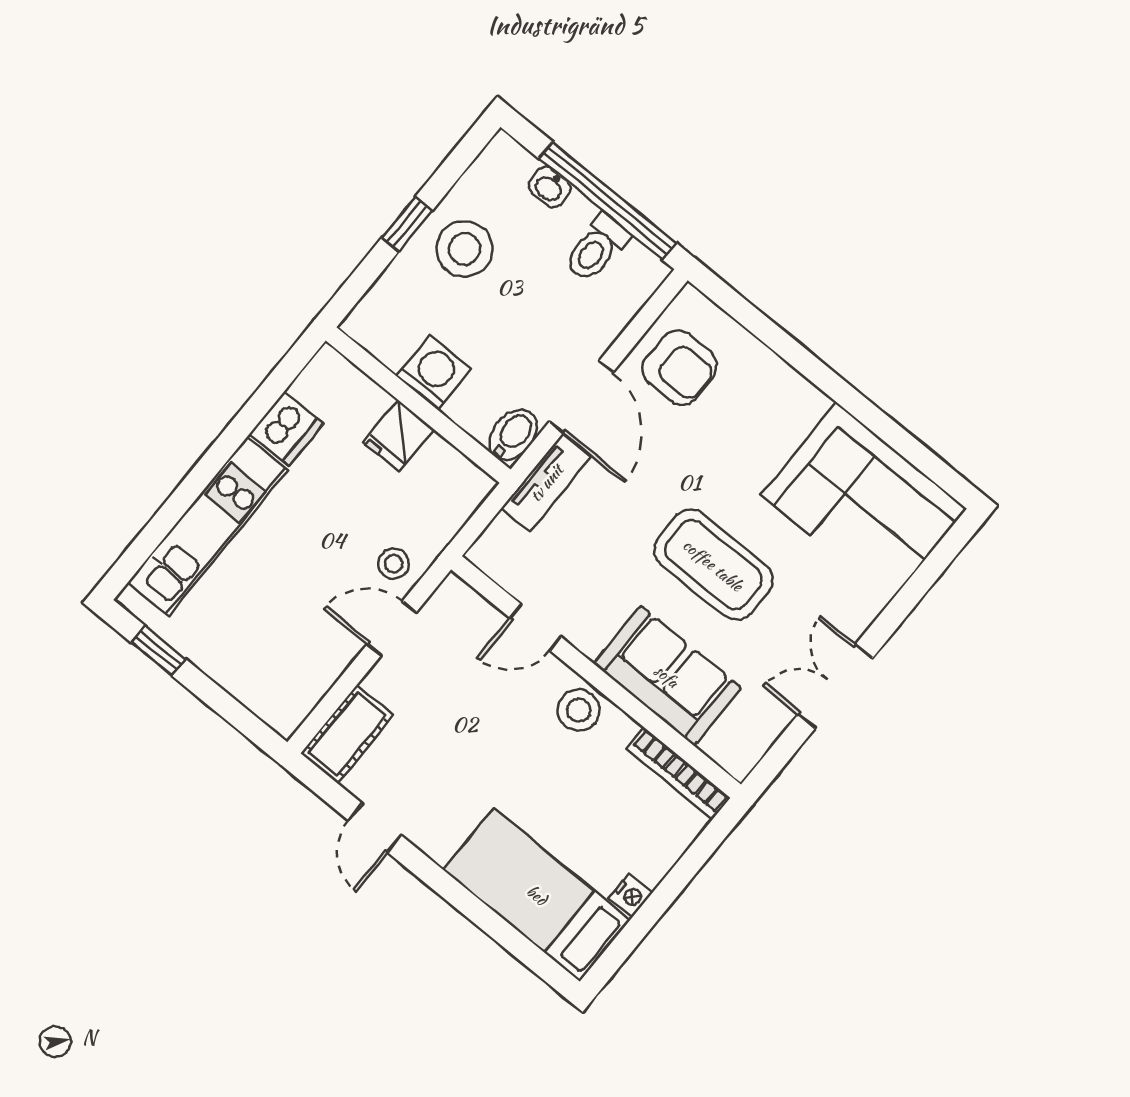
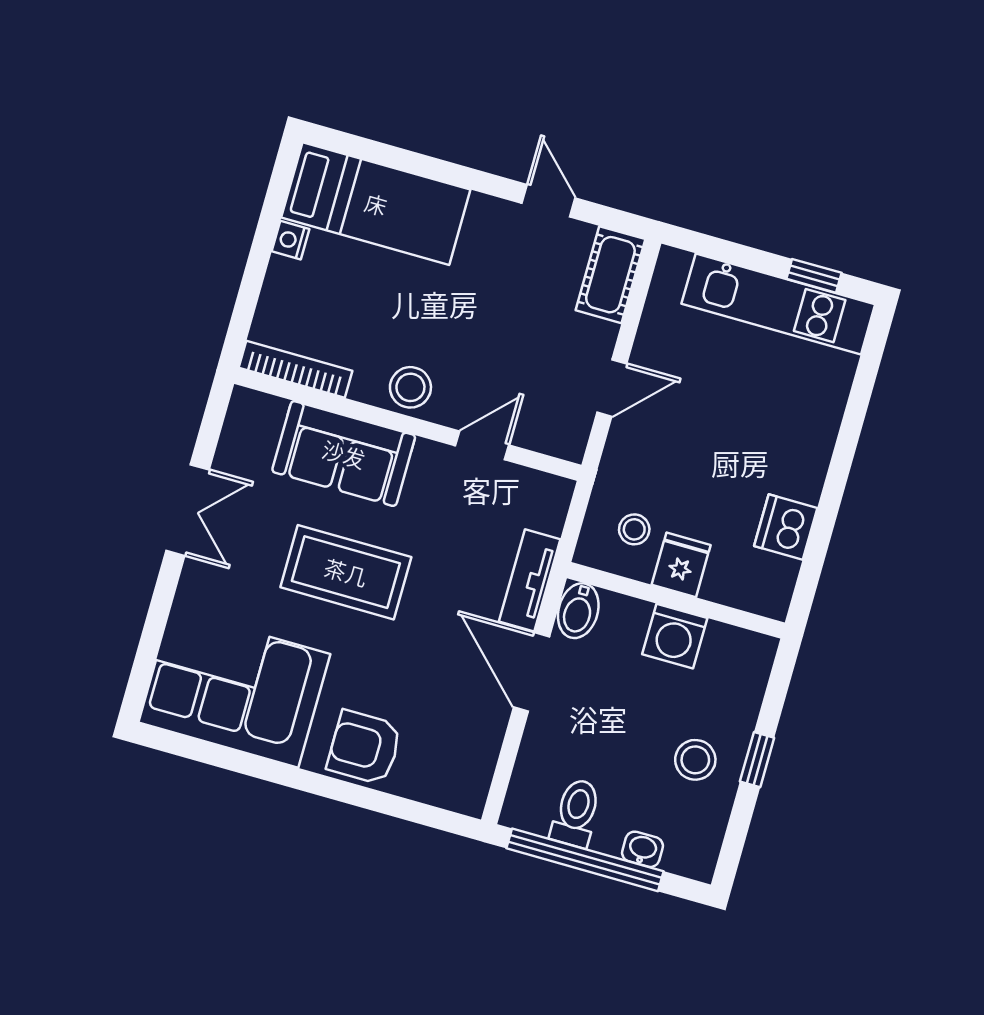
stool: (464, 249) -> (695, 760), width x0.73, depth x0.73
armchair: (680, 368) -> (364, 747), moved
kitchen unit: (208, 526) -> (778, 304), moved, turned -90
stool: (394, 564) -> (634, 529), moved

